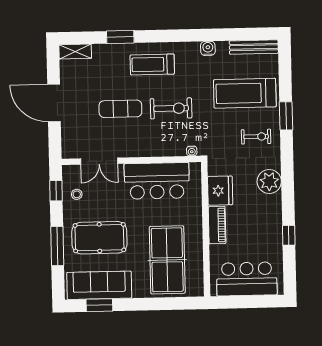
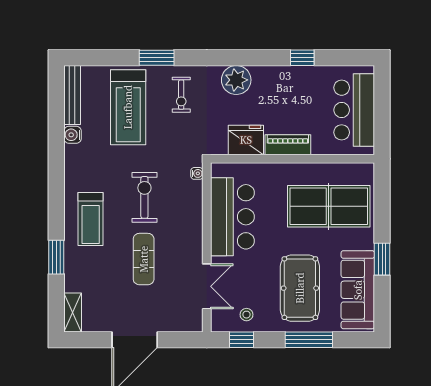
water cooler: (208, 48) -> (73, 135), moved
exercise bike: (256, 137) -> (181, 95), turned 180
window: (99, 305) -> (382, 259), moved

